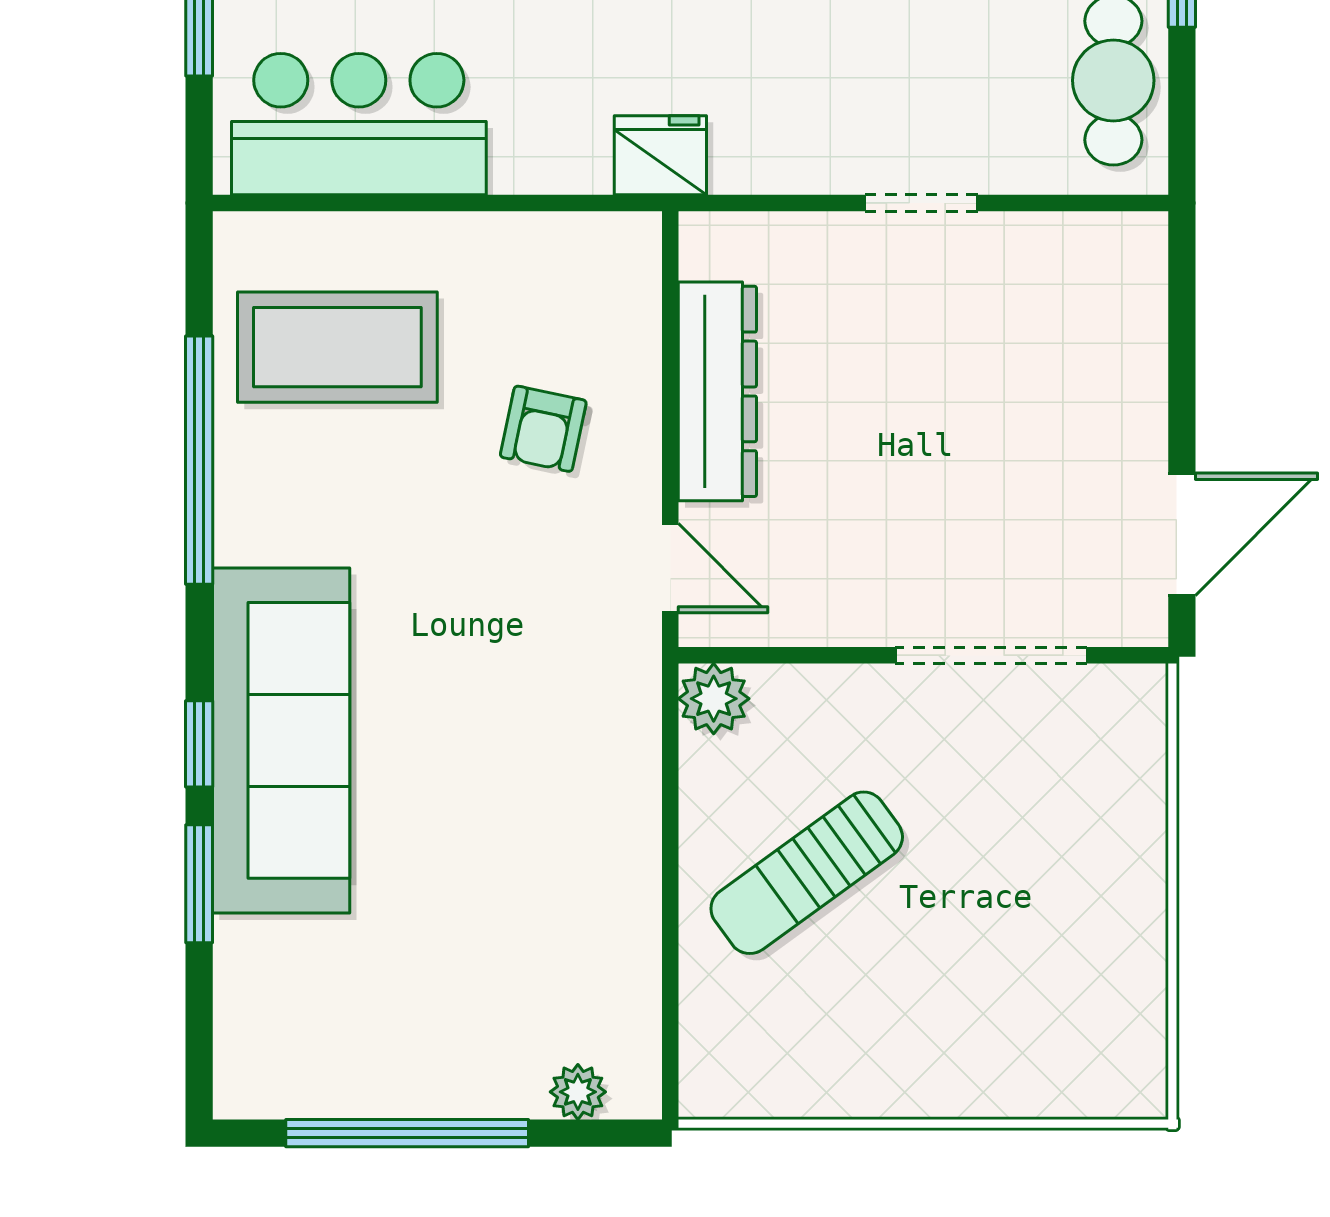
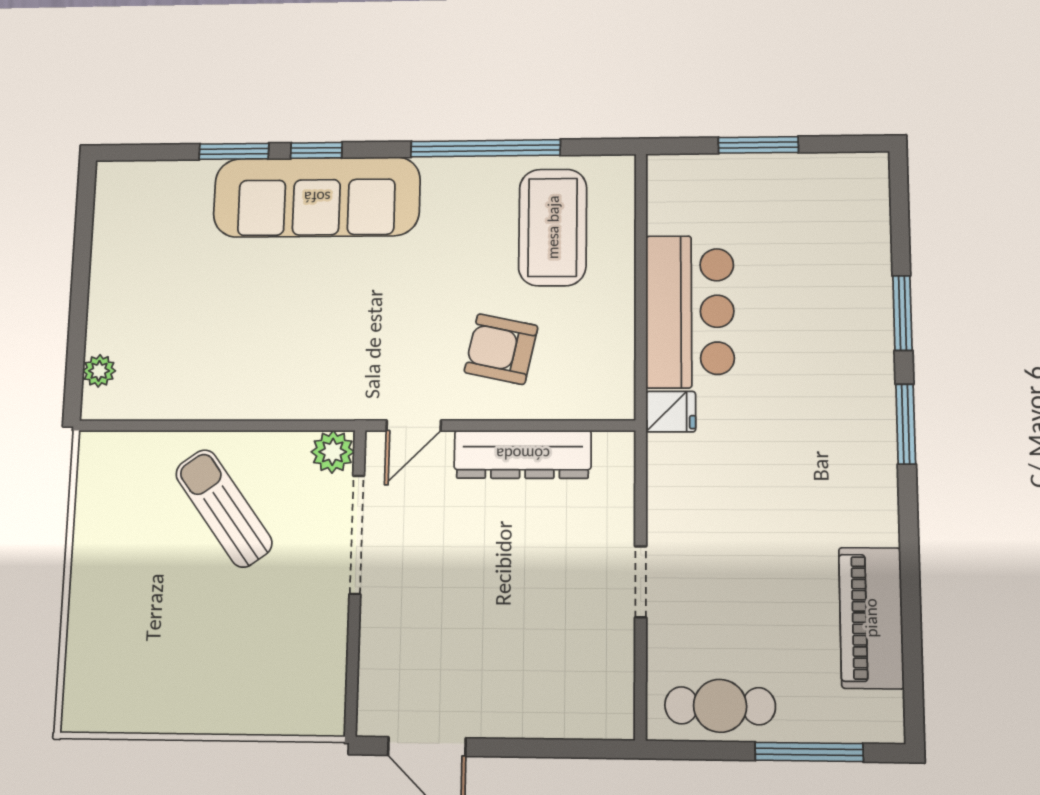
bar counter: (359, 124) -> (690, 311), moved
fridge: (660, 155) -> (671, 412), width x0.72
armchair: (543, 429) -> (501, 349), width x1.38, depth x1.38
doorway: (991, 655) -> (357, 535), moved
window: (407, 1133) -> (81, 271), removed

